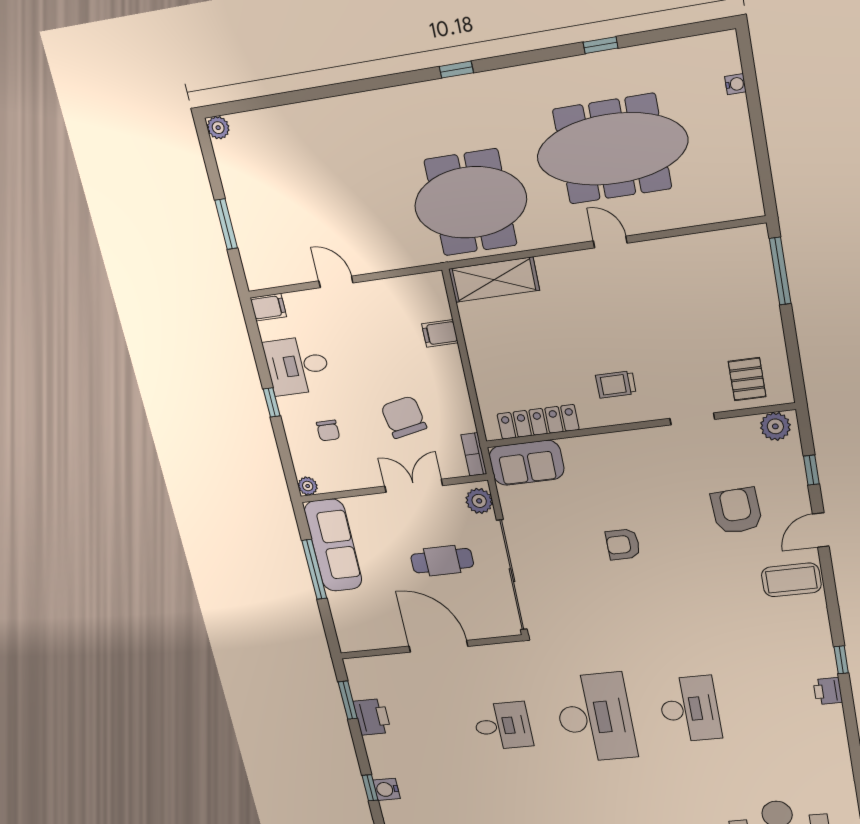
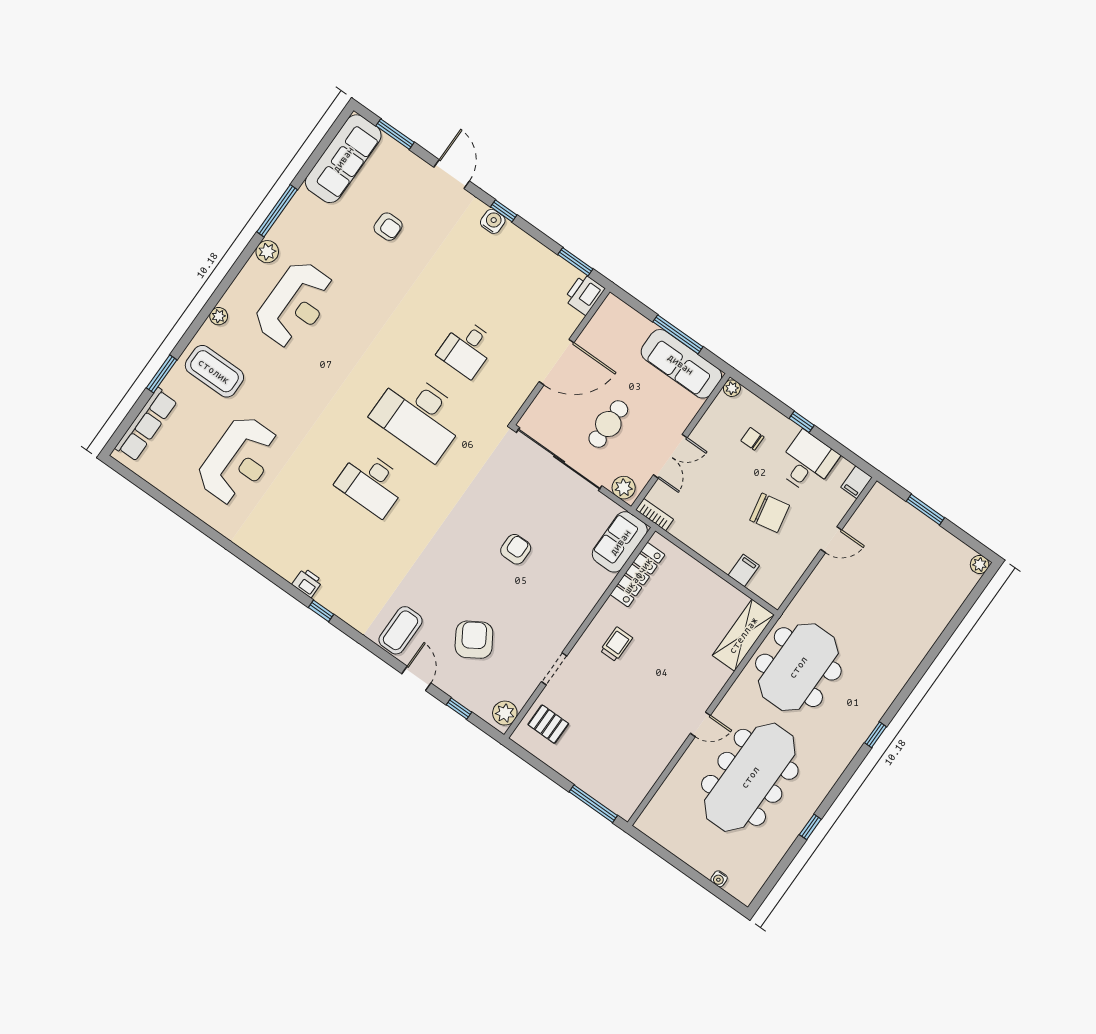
chair: (404, 417) -> (770, 513), moved
armchair: (737, 511) -> (474, 640), turned -119
printer: (372, 717) -> (584, 294), moved, turned 90

